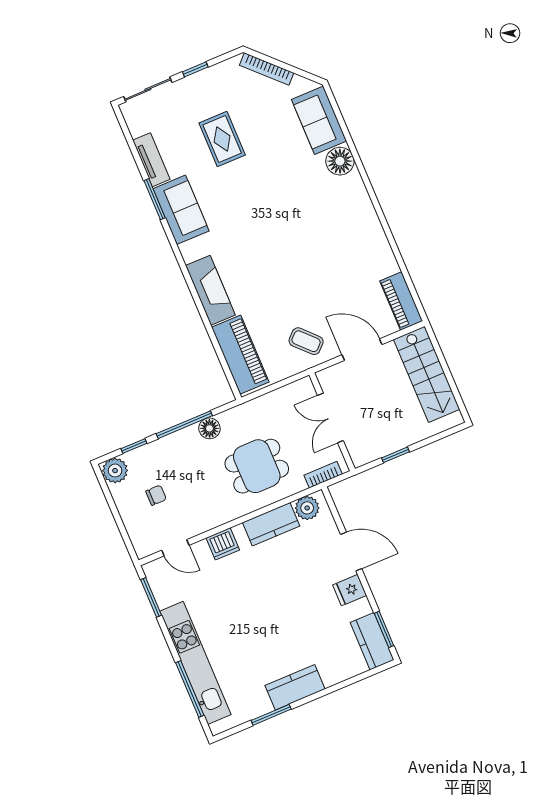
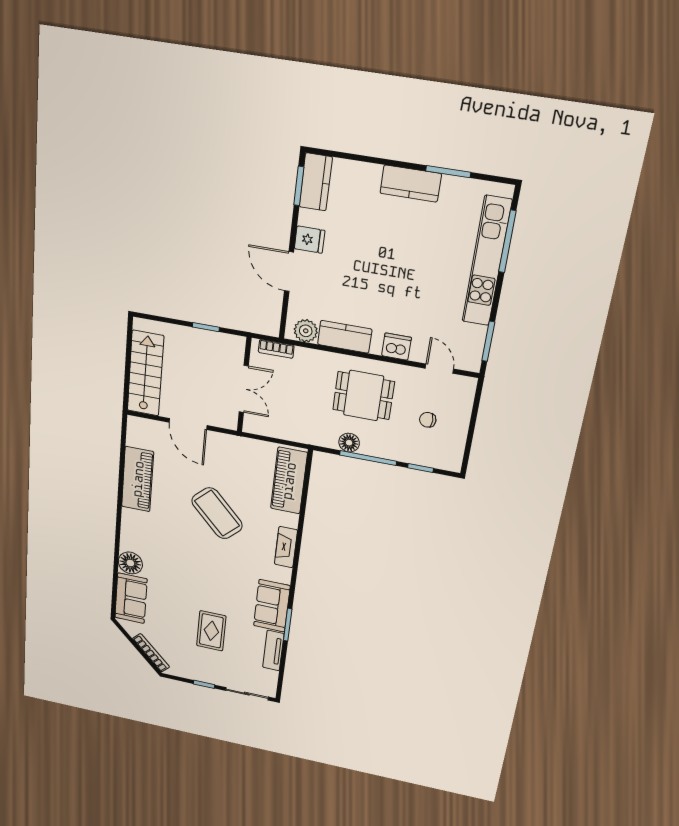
fireplace: (210, 290) -> (286, 547), width x0.73, depth x0.76
piano: (401, 301) -> (138, 479), moved, width x1.37, depth x1.33
coffee table: (306, 341) -> (217, 513), moved, width x1.86, depth x1.72
dining table: (257, 466) -> (364, 396), moved
plant: (115, 471) -> (449, 460), removed

